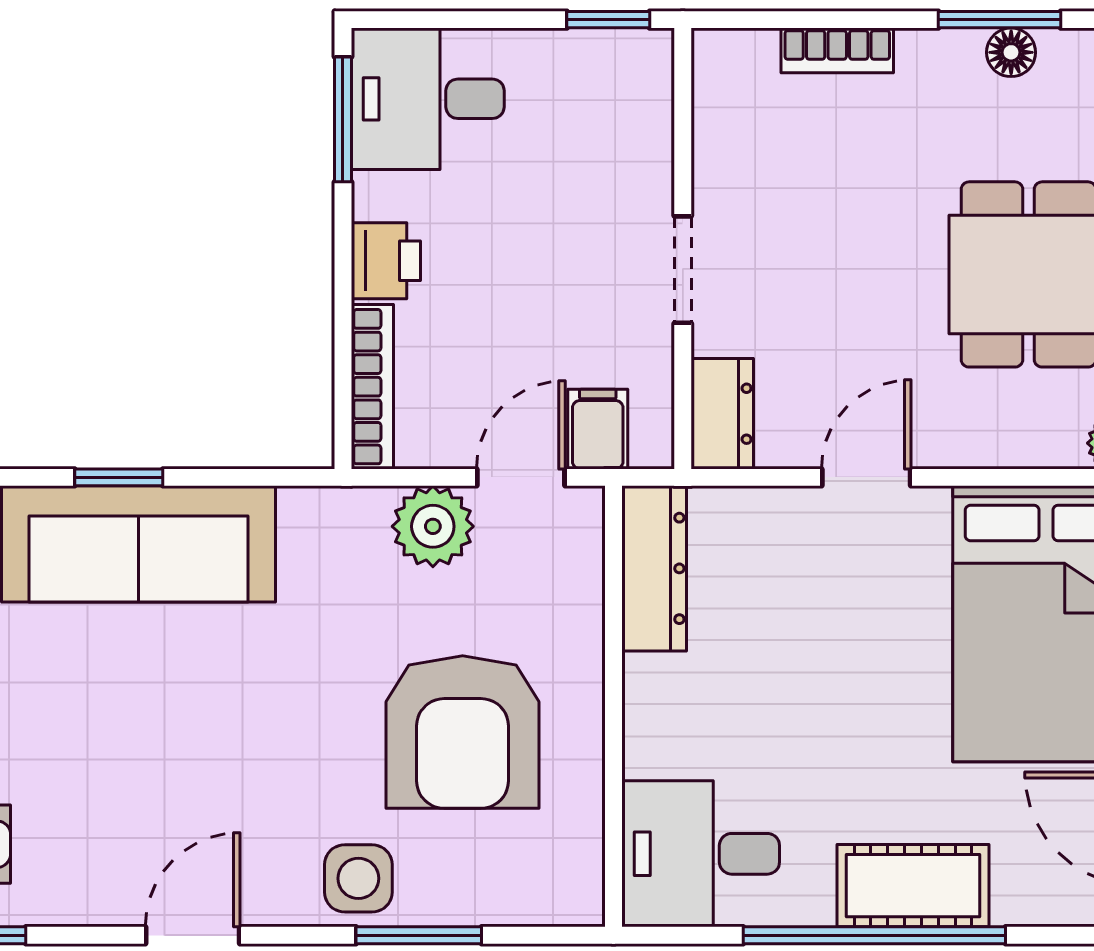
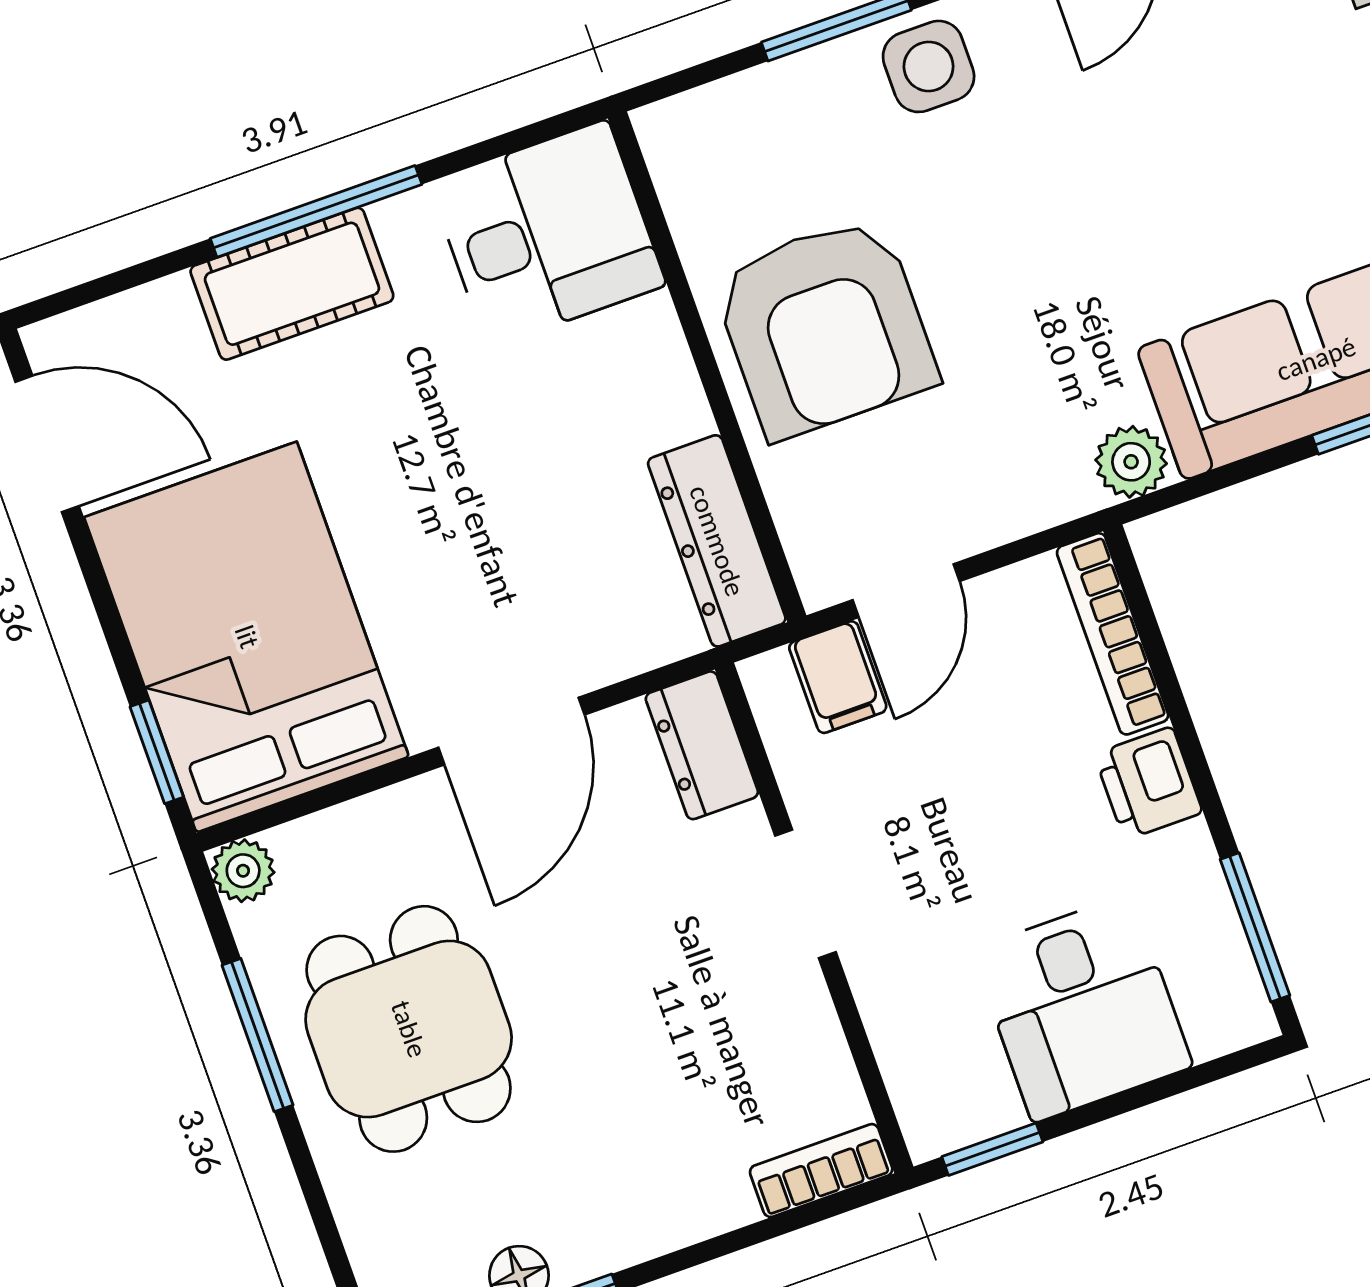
bookcase: (837, 50) -> (821, 1171), moved
desk: (428, 99) -> (1082, 1008), moved, turned 90
door: (866, 477) -> (512, 731), width x1.38
plant: (433, 526) -> (1131, 462), moved, width x0.73, depth x0.73
armchair: (463, 732) -> (825, 327), moved, turned 180
window: (874, 935) -> (316, 211), width x0.68

